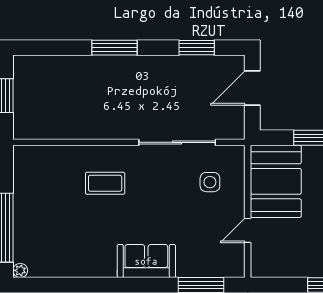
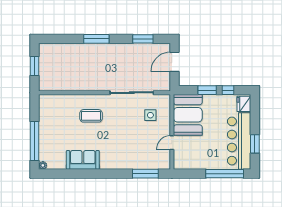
sofa: (146, 261) -> (83, 160), moved

